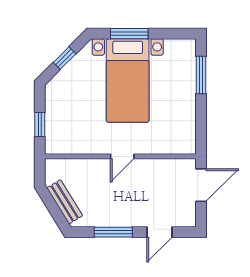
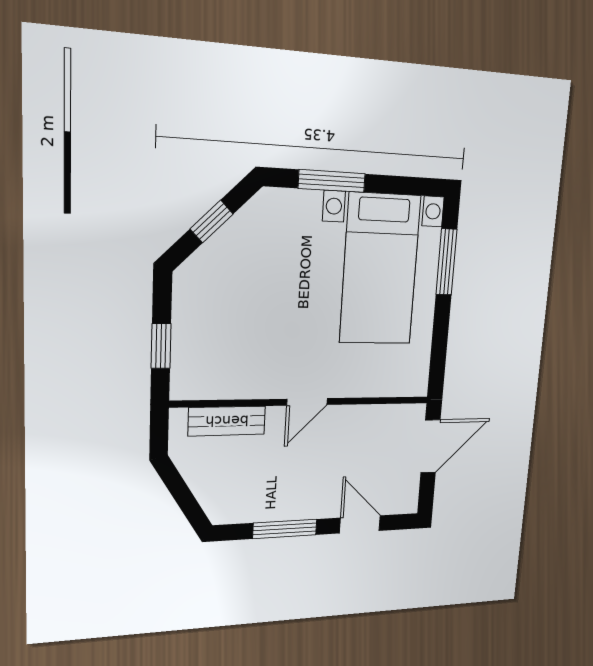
bed with nightstands: (128, 80) -> (380, 269), moved
bench: (65, 202) -> (227, 421), moved, turned -58
door: (159, 232) -> (360, 524), swing flipped

